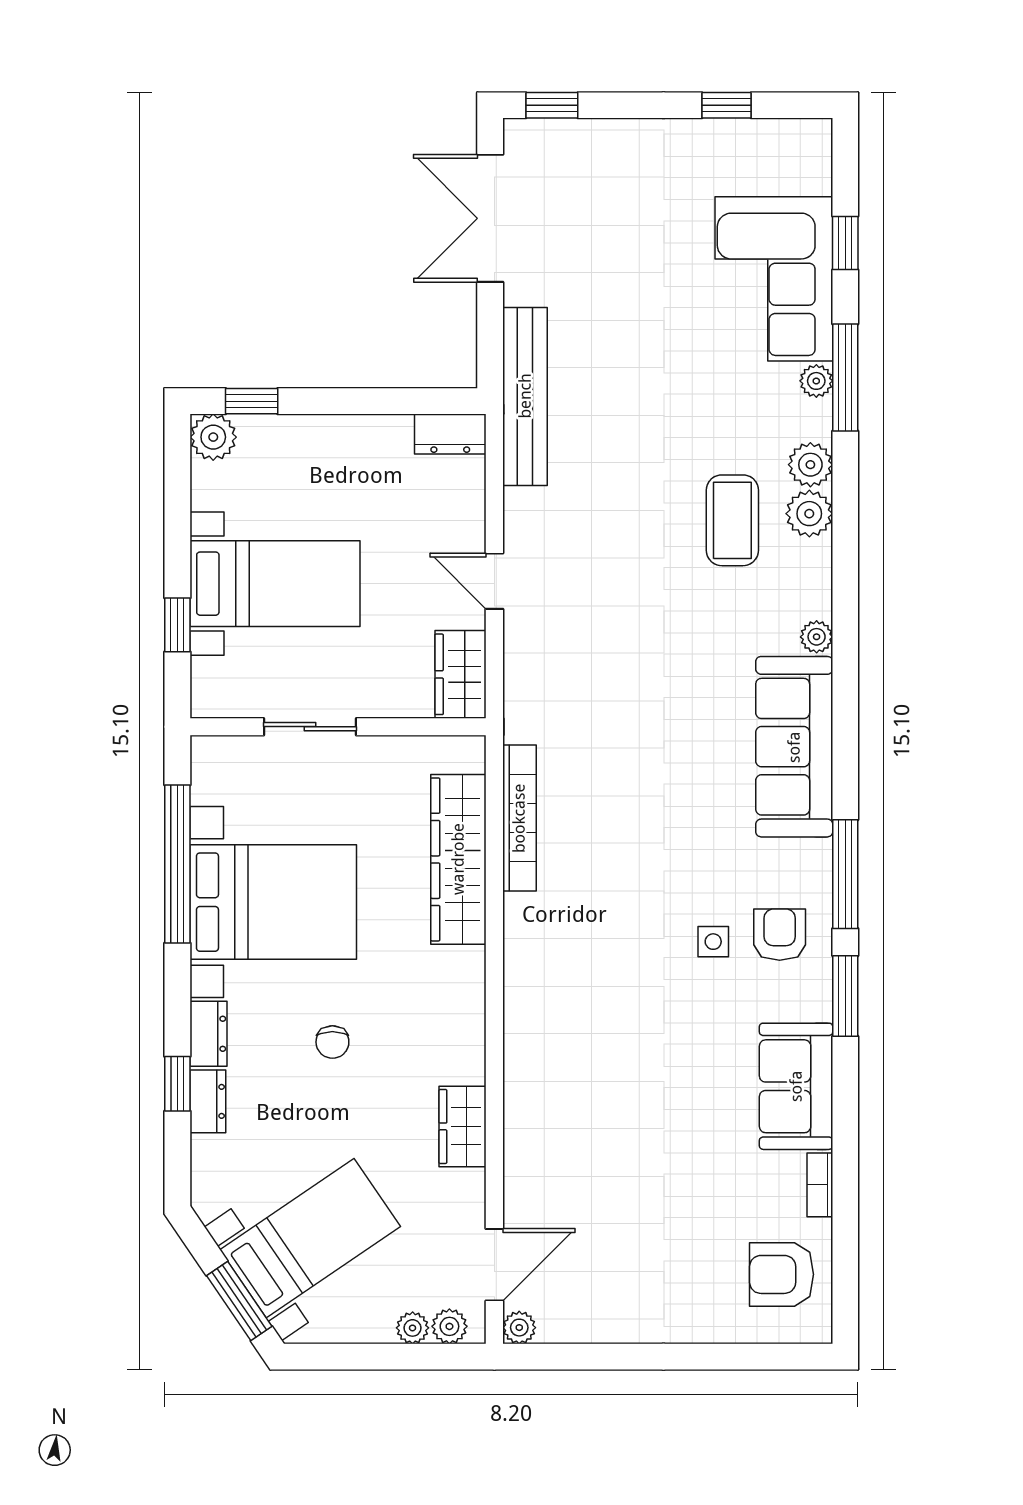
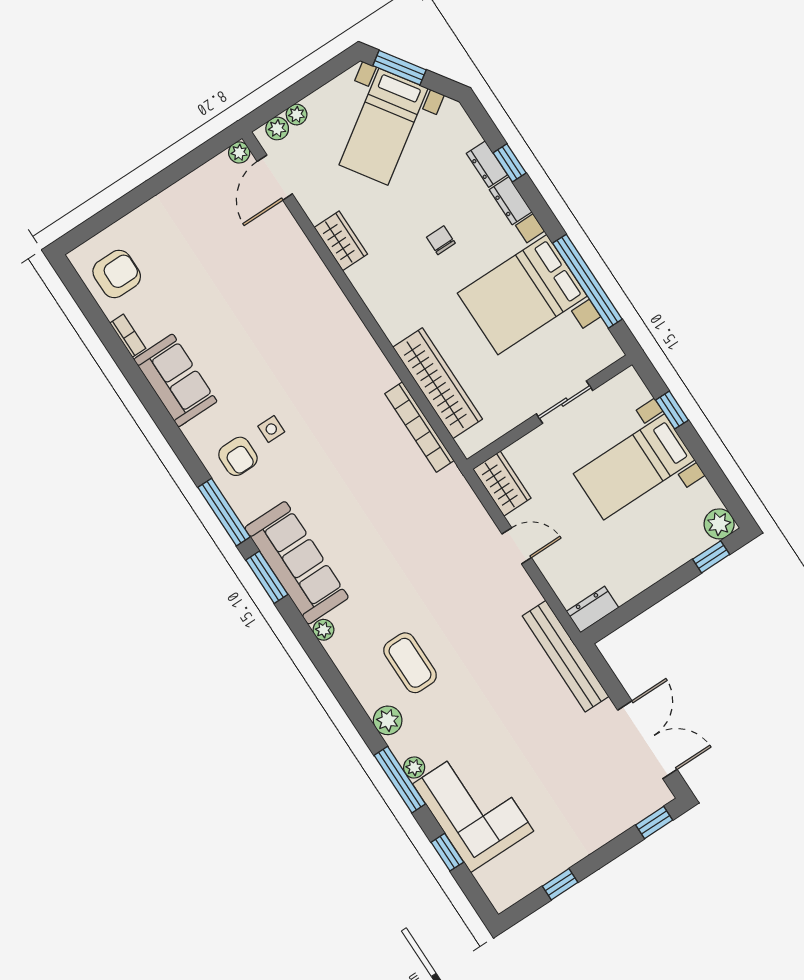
plant: (809, 514) -> (371, 694), removed
window: (845, 996) -> (267, 577), moved

